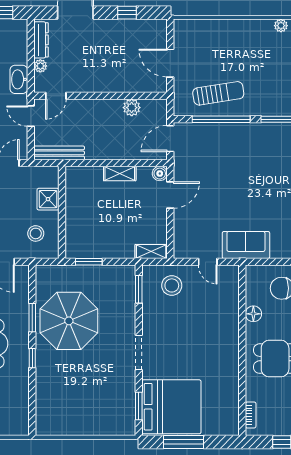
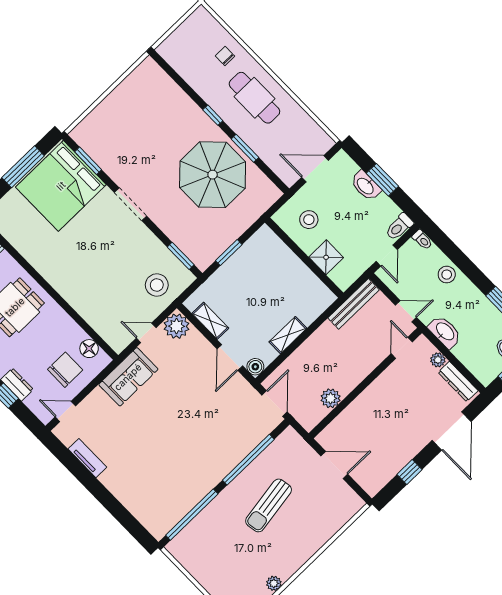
sun lounger: (218, 93) -> (269, 505), moved
plant: (185, 247) -> (177, 326), added
shelving: (151, 251) -> (210, 321), moved, turned 90
window: (89, 262) -> (229, 253), moved
floor lamp: (253, 314) -> (89, 349), moved

